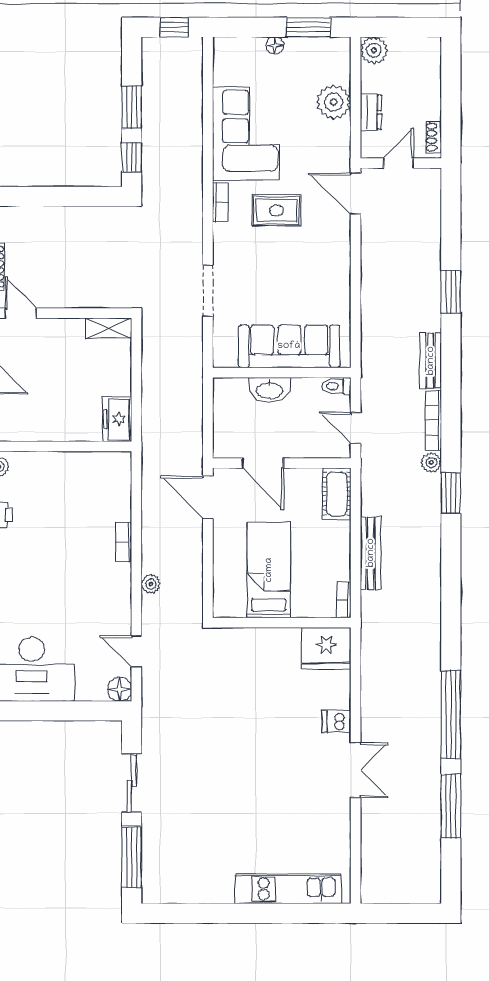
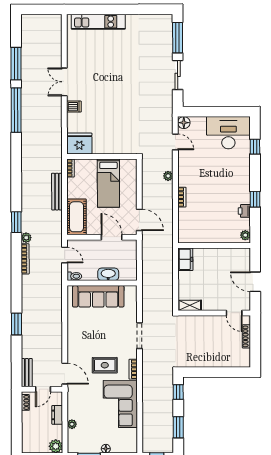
plant: (334, 102) -> (72, 424), width x0.53, depth x0.53
window: (132, 107) -> (178, 427), moved
doorway: (208, 291) -> (140, 336), moved
bench: (431, 361) -> (27, 373), moved
cot: (337, 494) -> (77, 217), width x1.37, depth x1.34

